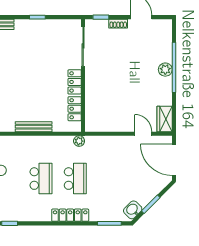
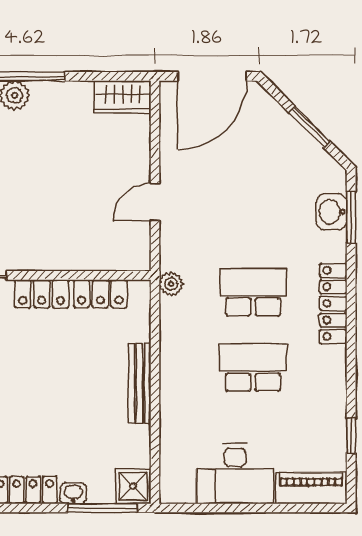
door: (143, 134) -> (155, 202), moved
washbasin: (133, 210) -> (332, 212), moved, turned 45

